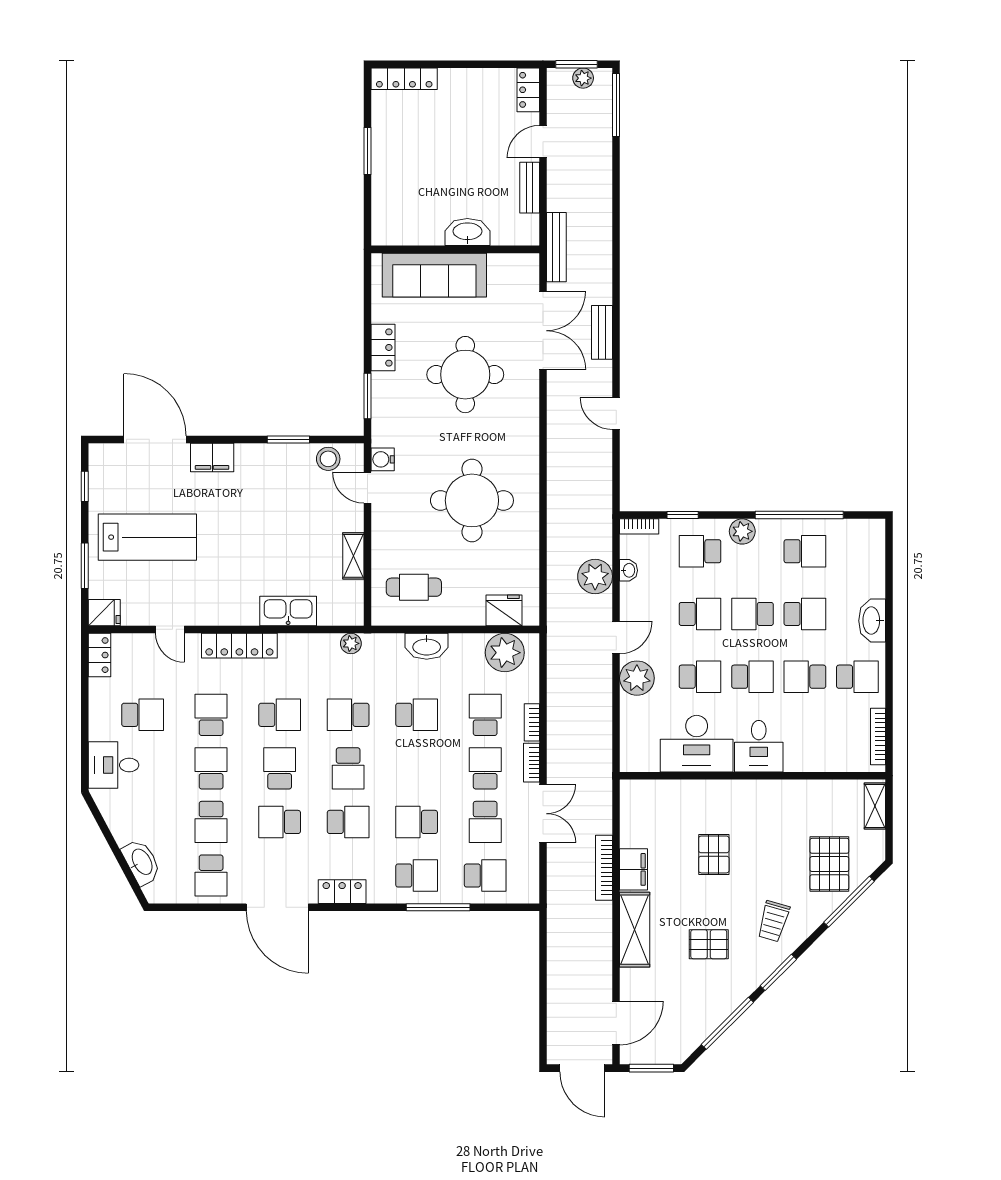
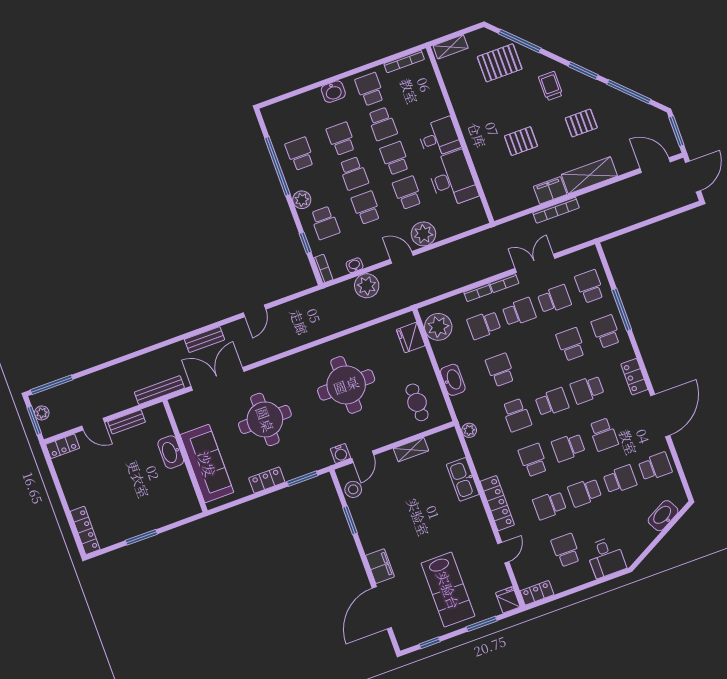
lab bench: (147, 537) -> (448, 590), turned 180
washbasin: (872, 621) -> (333, 92), width x0.72
school desk: (485, 768) -> (519, 312), turned 180
school desk: (348, 822) -> (587, 389), turned -90
school desk: (417, 822) -> (571, 344), turned 180
trolley: (773, 921) -> (551, 86), turned -106
pallet: (709, 944) -> (581, 123), turned 90

